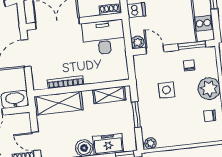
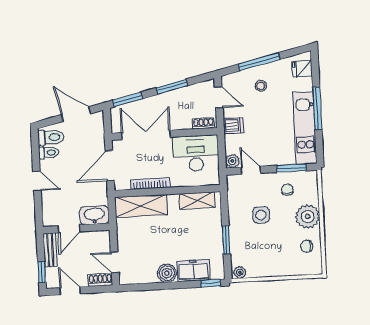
bookcase: (66, 82) -> (150, 184), moved
wall: (82, 88) -> (167, 191), moved
shelving: (109, 95) -> (197, 200), moved
shelving: (59, 103) -> (141, 206), moved

